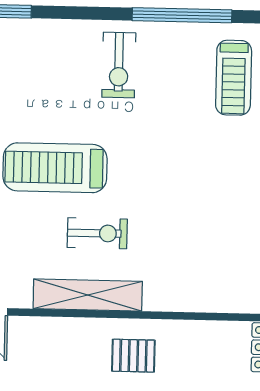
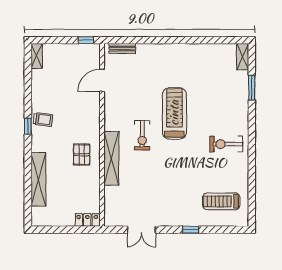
window: (182, 15) -> (252, 175), removed
shelving: (88, 295) -> (111, 158), moved

